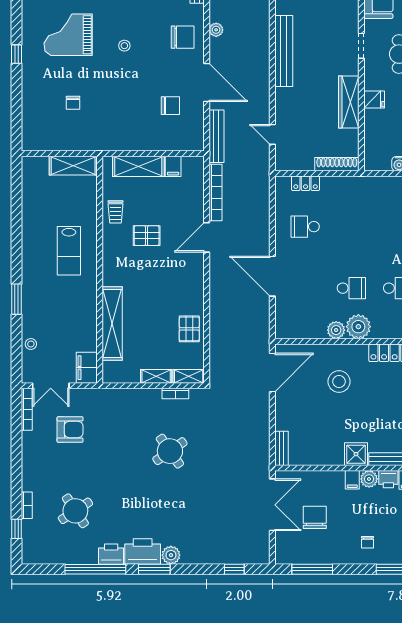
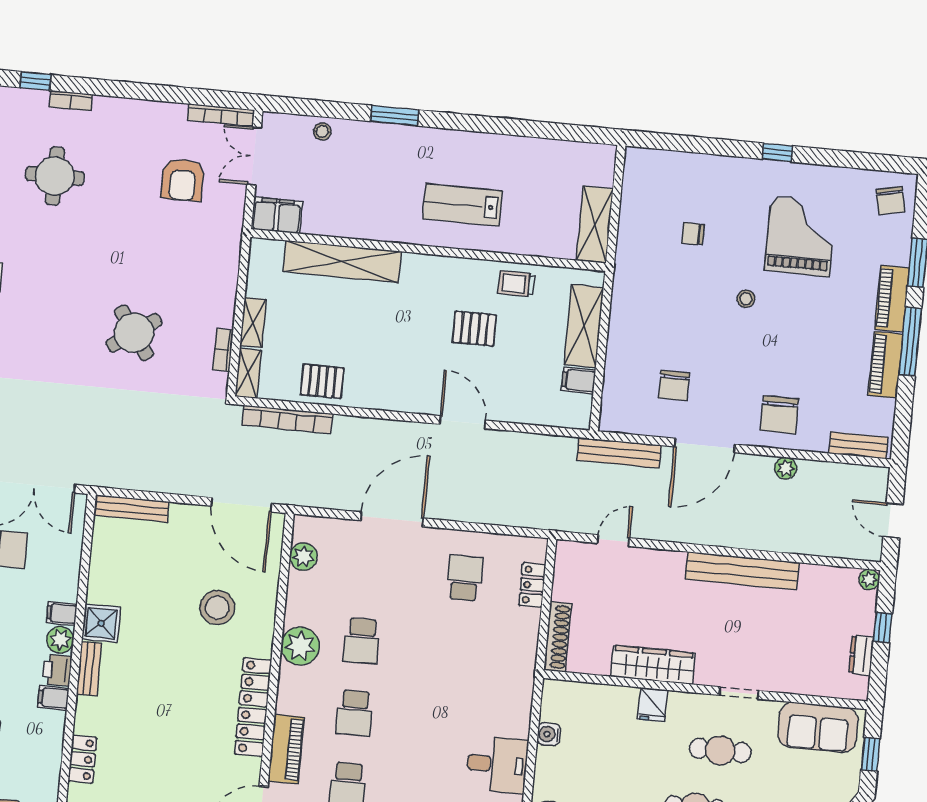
stool: (124, 46) -> (746, 299), moved
bookcase: (215, 192) -> (287, 419), moved
pallet: (147, 236) -> (474, 329), turned 90
plant: (336, 330) -> (303, 557), moved
bench: (281, 448) -> (131, 508), width x1.36
round table: (75, 511) -> (55, 176), turned 33

